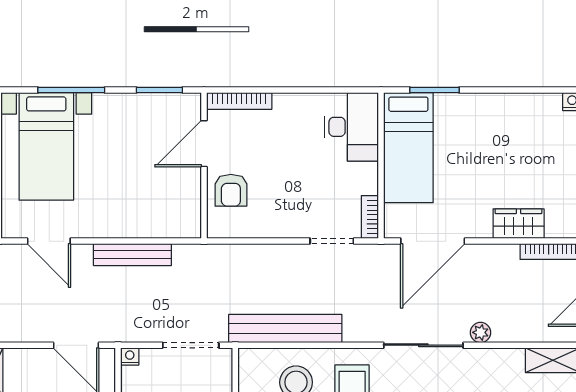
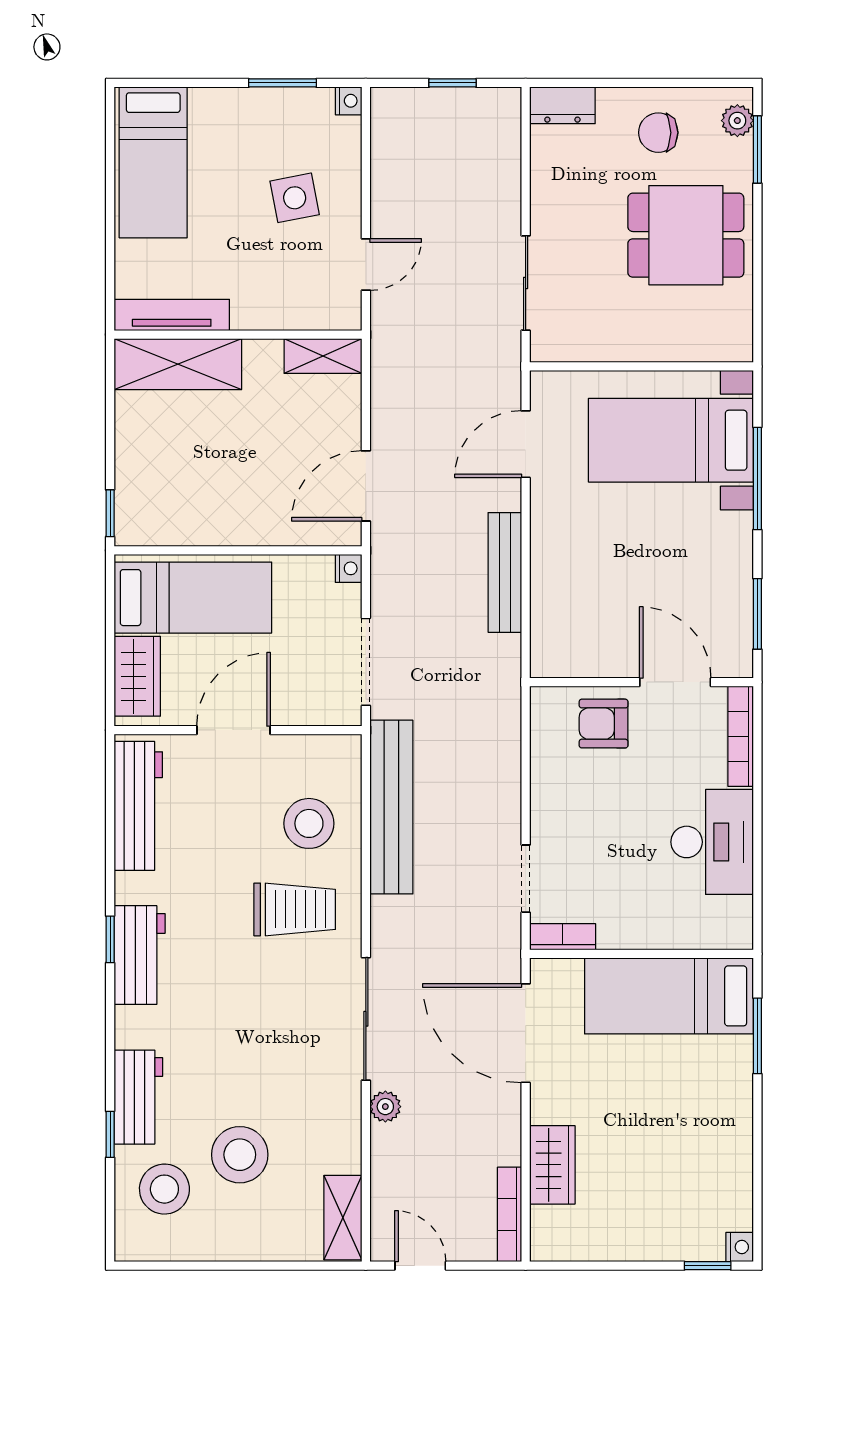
desk: (352, 127) -> (712, 842), moved, turned -90

